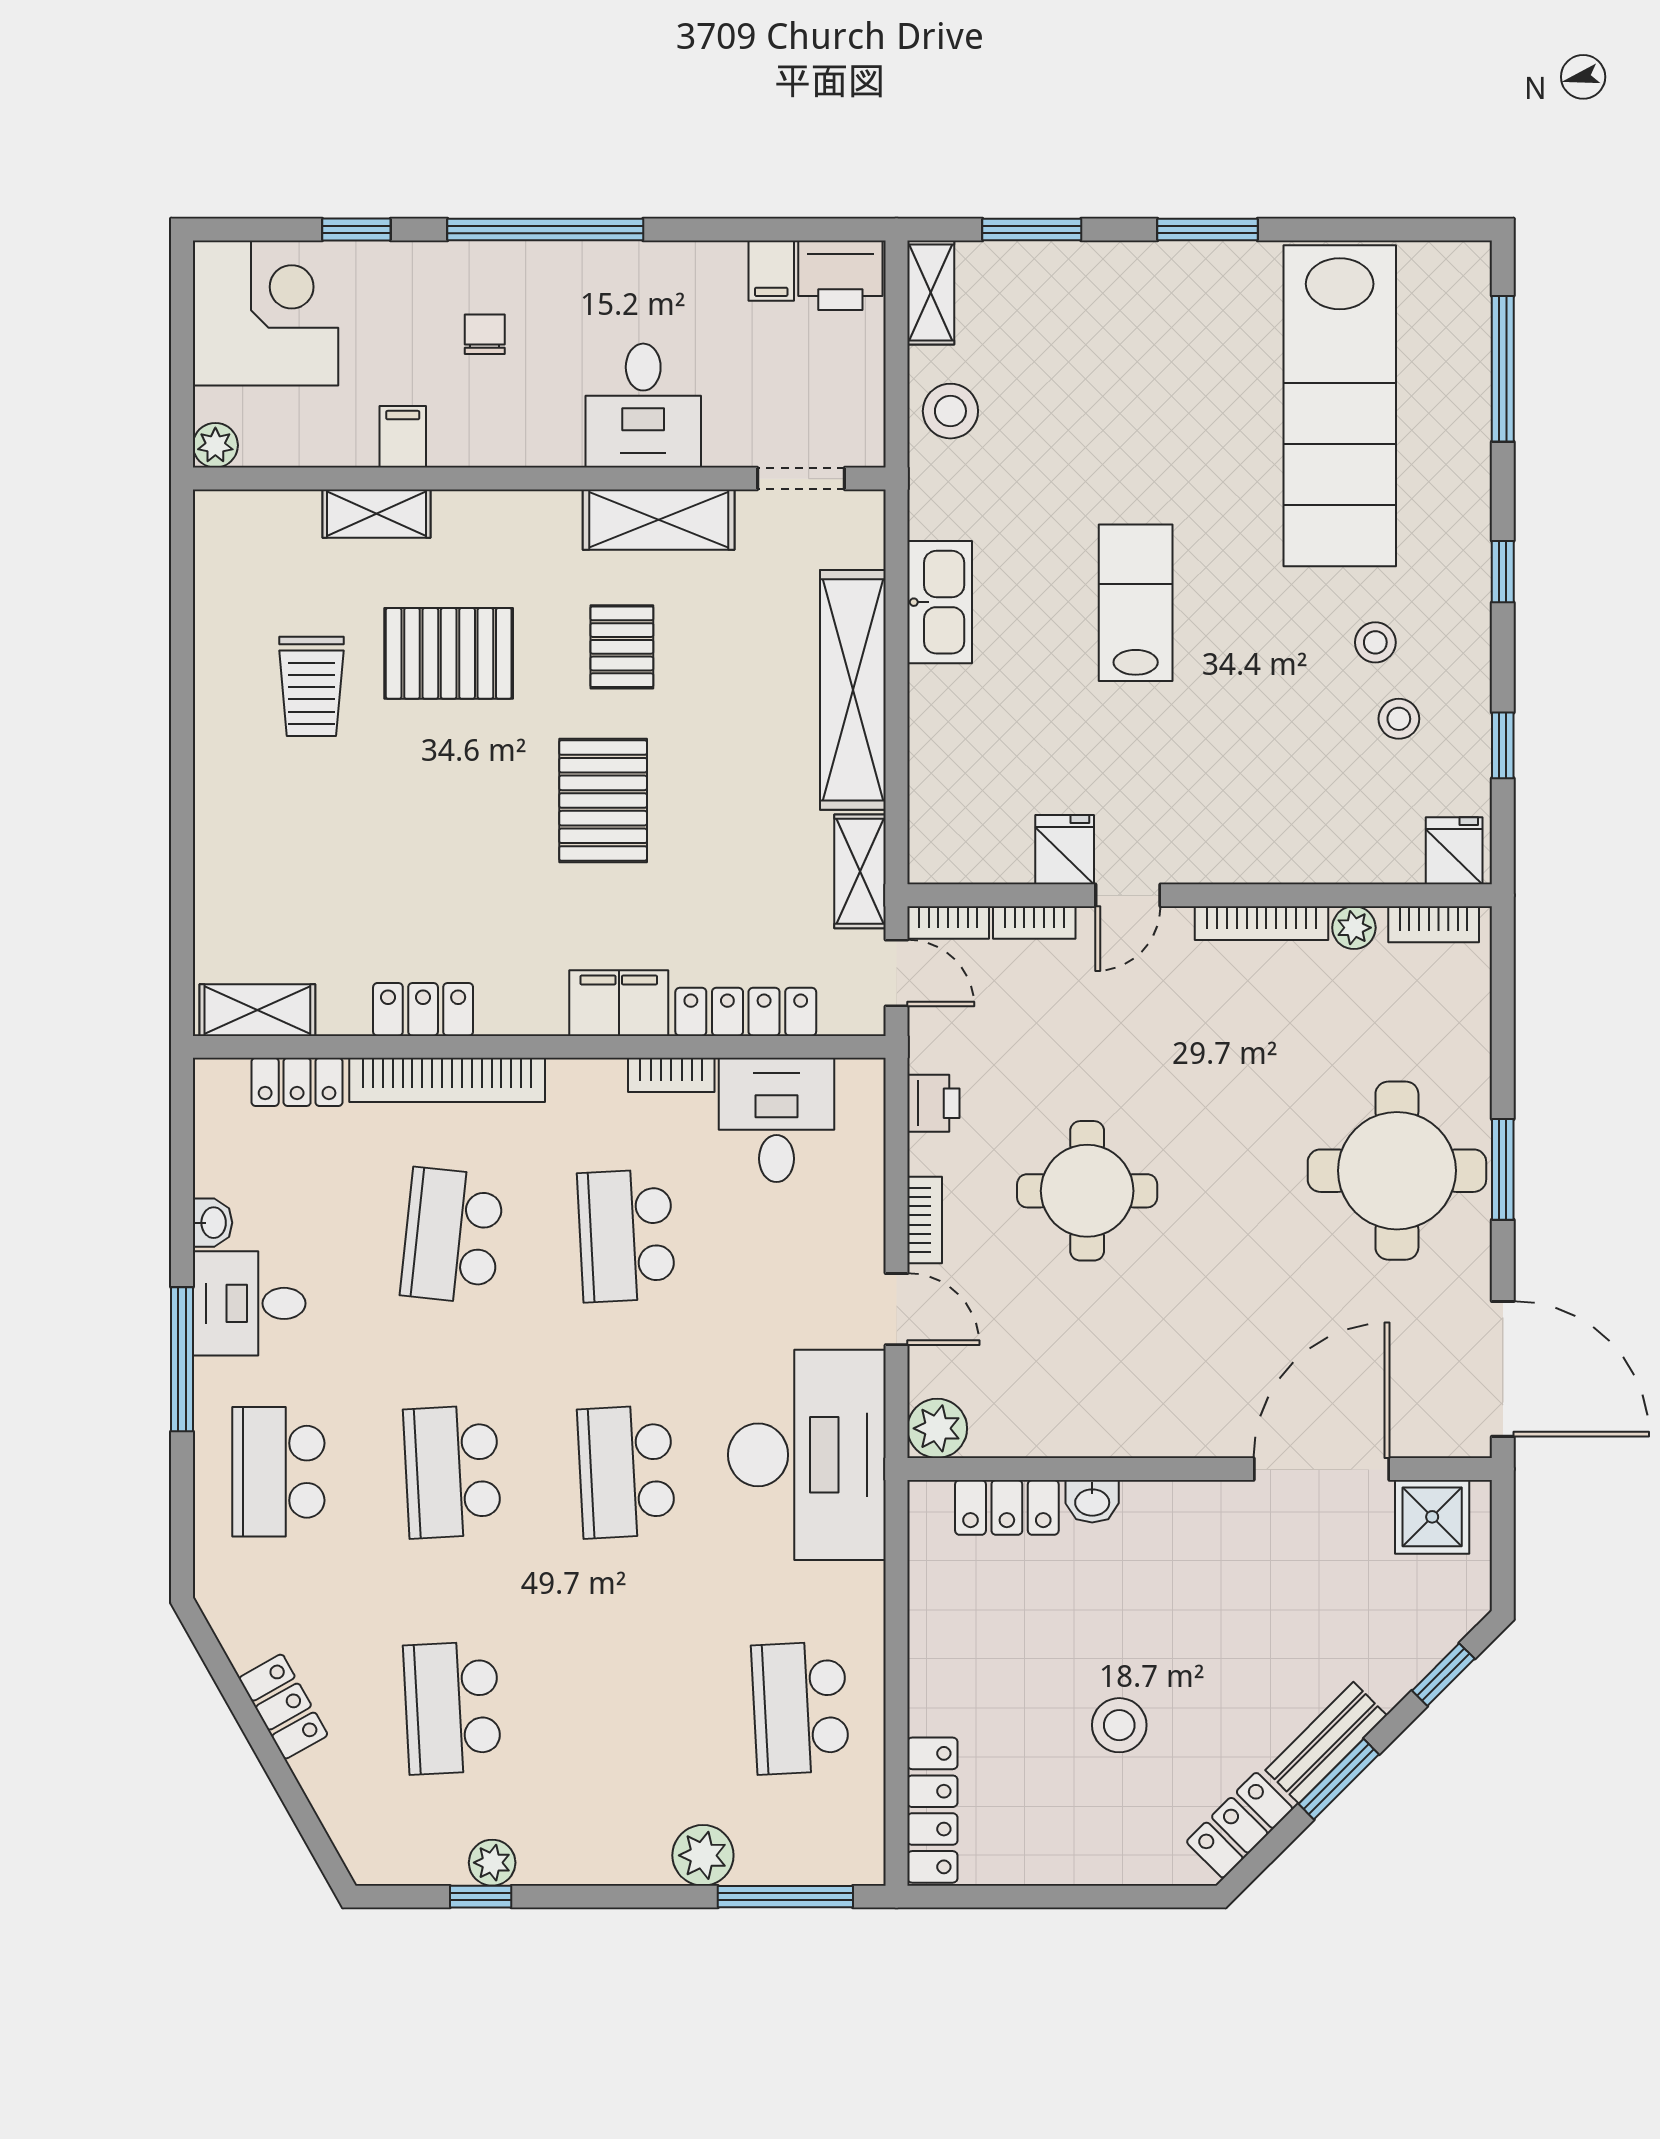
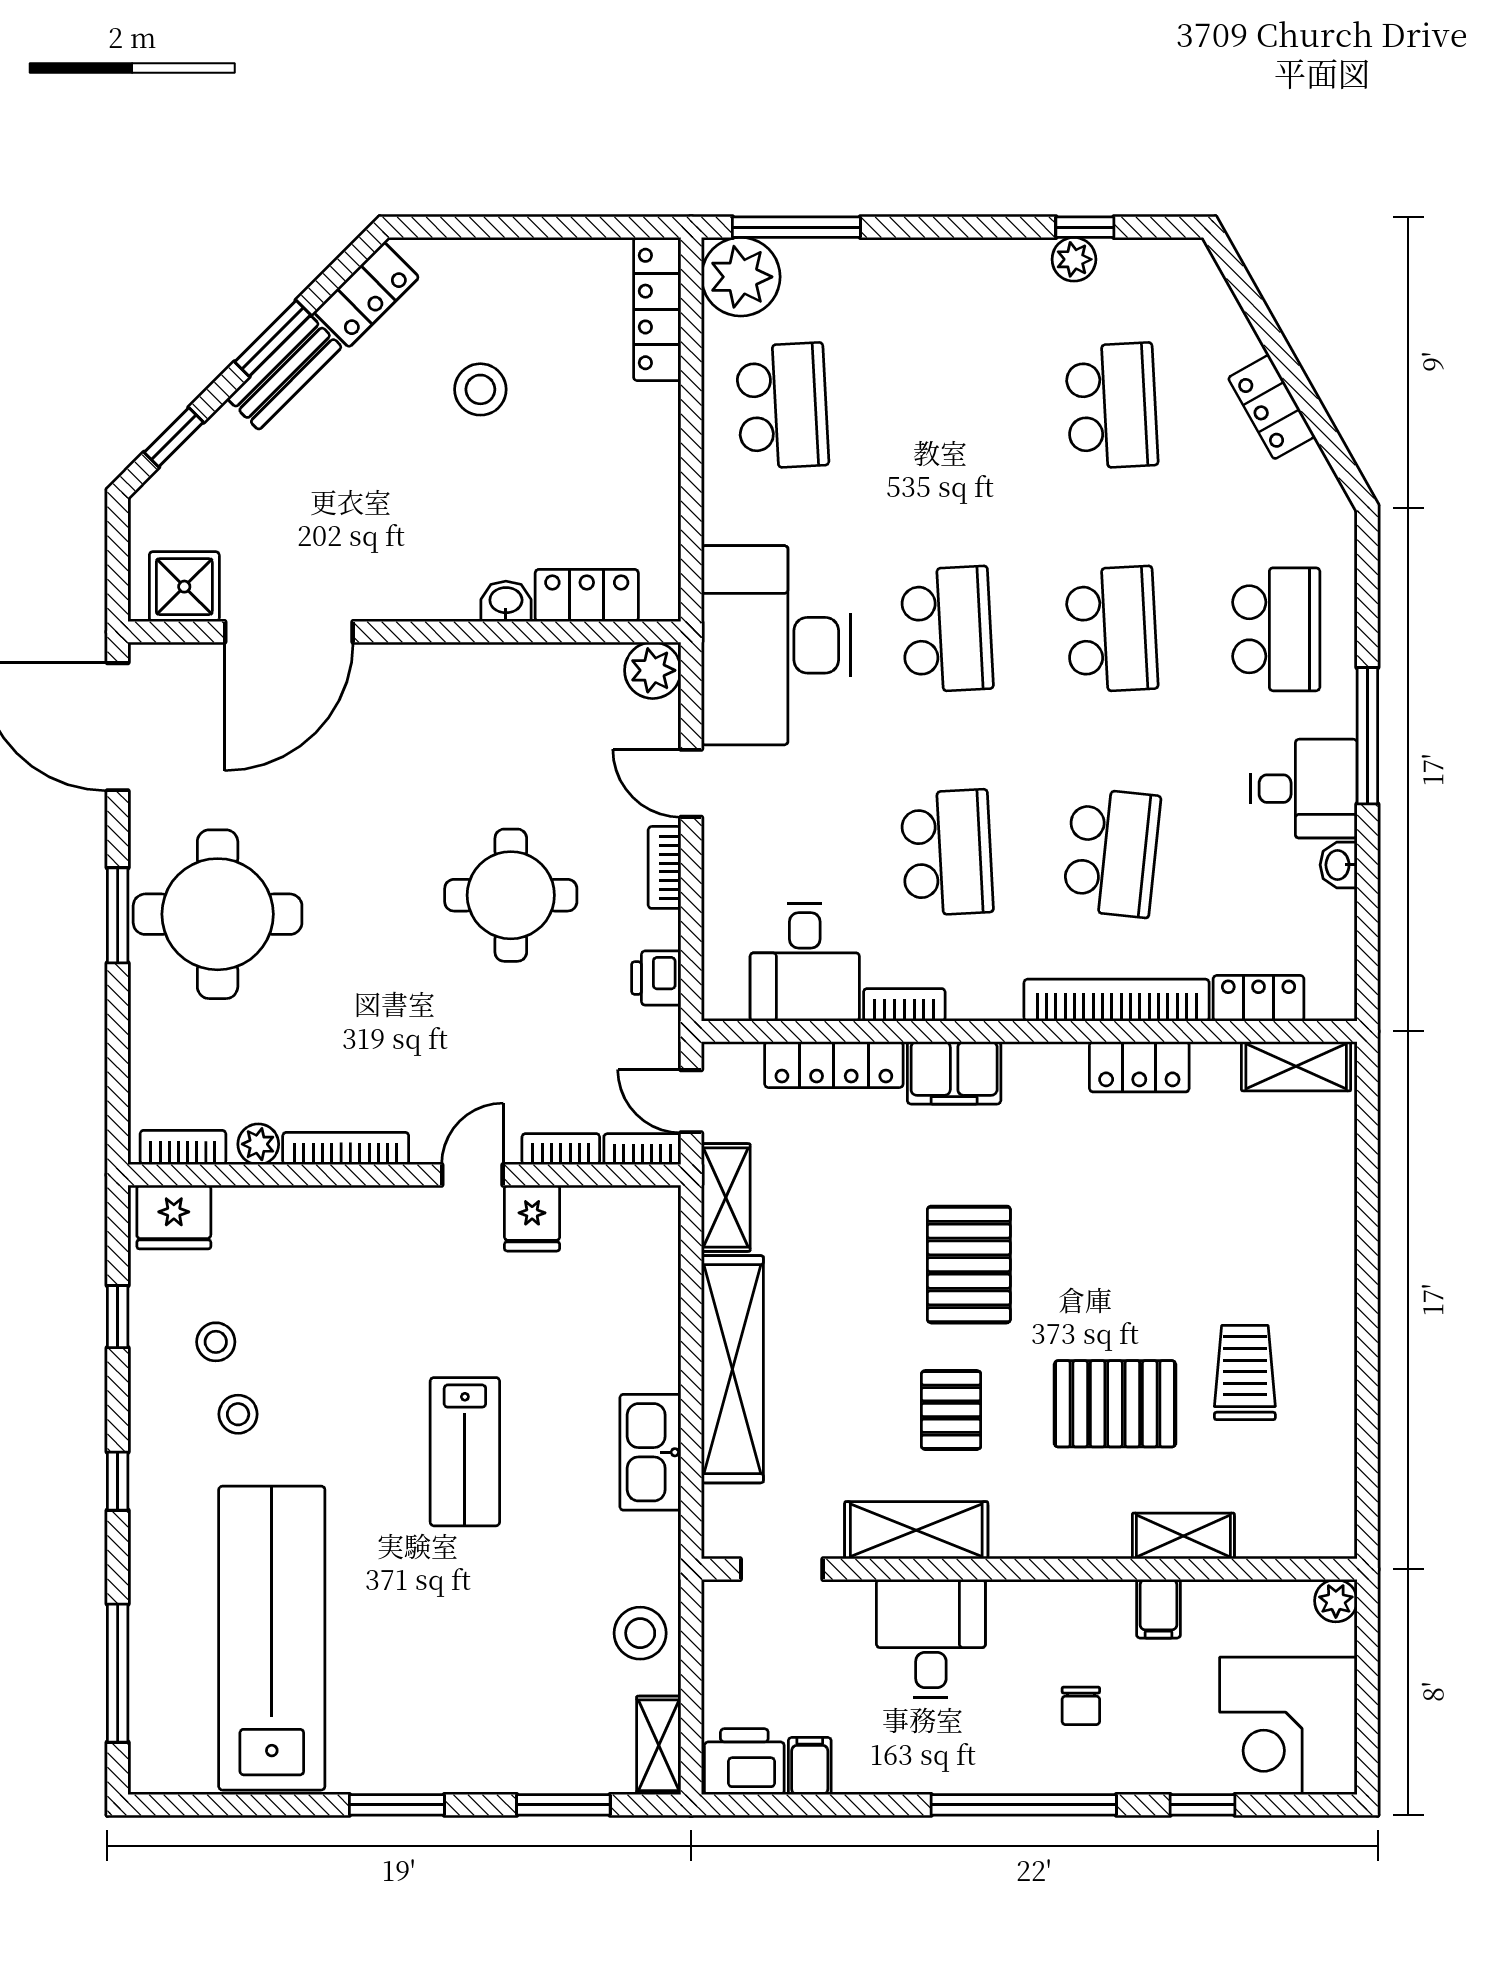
fridge: (1454, 851) -> (174, 1217), width x1.38
plant: (703, 1855) -> (741, 277), moved, width x1.36, depth x1.36

